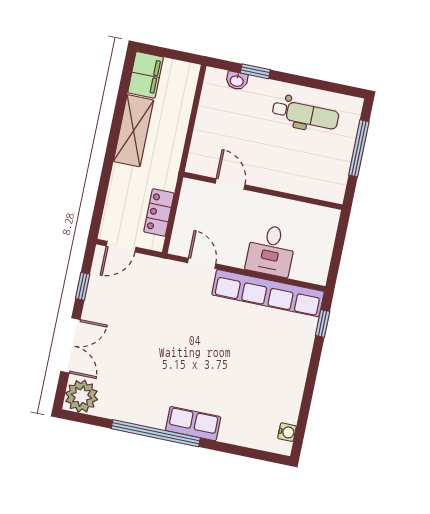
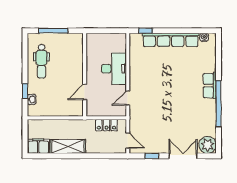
dental chair: (305, 114) -> (41, 61), turned 180
desk: (271, 250) -> (114, 69), width x1.37
row of seats: (268, 293) -> (171, 40), moved, turned 90

